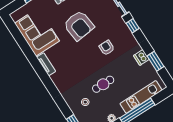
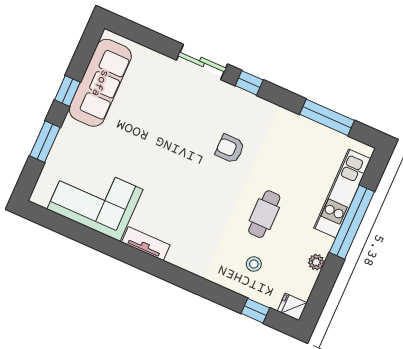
armchair: (79, 25) -> (158, 142), removed
dishwasher: (141, 57) -> (299, 127), removed
window: (155, 61) -> (327, 117), width x1.44

